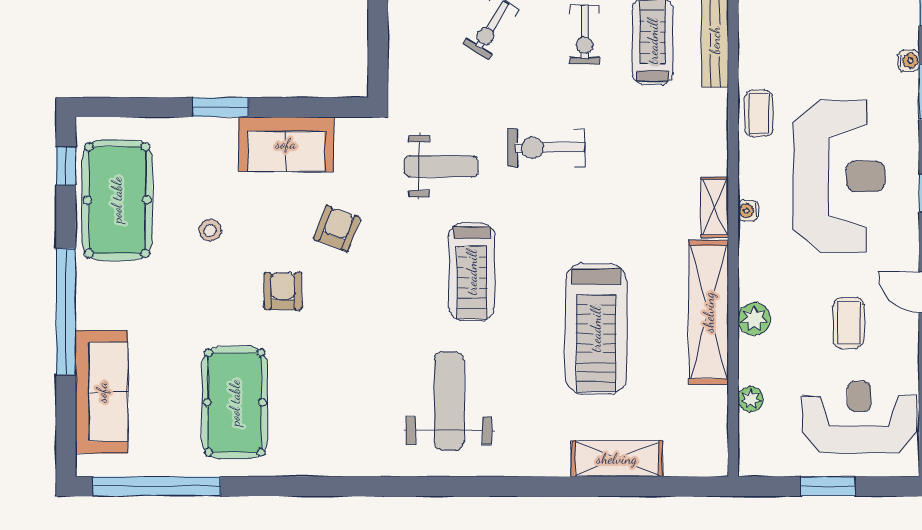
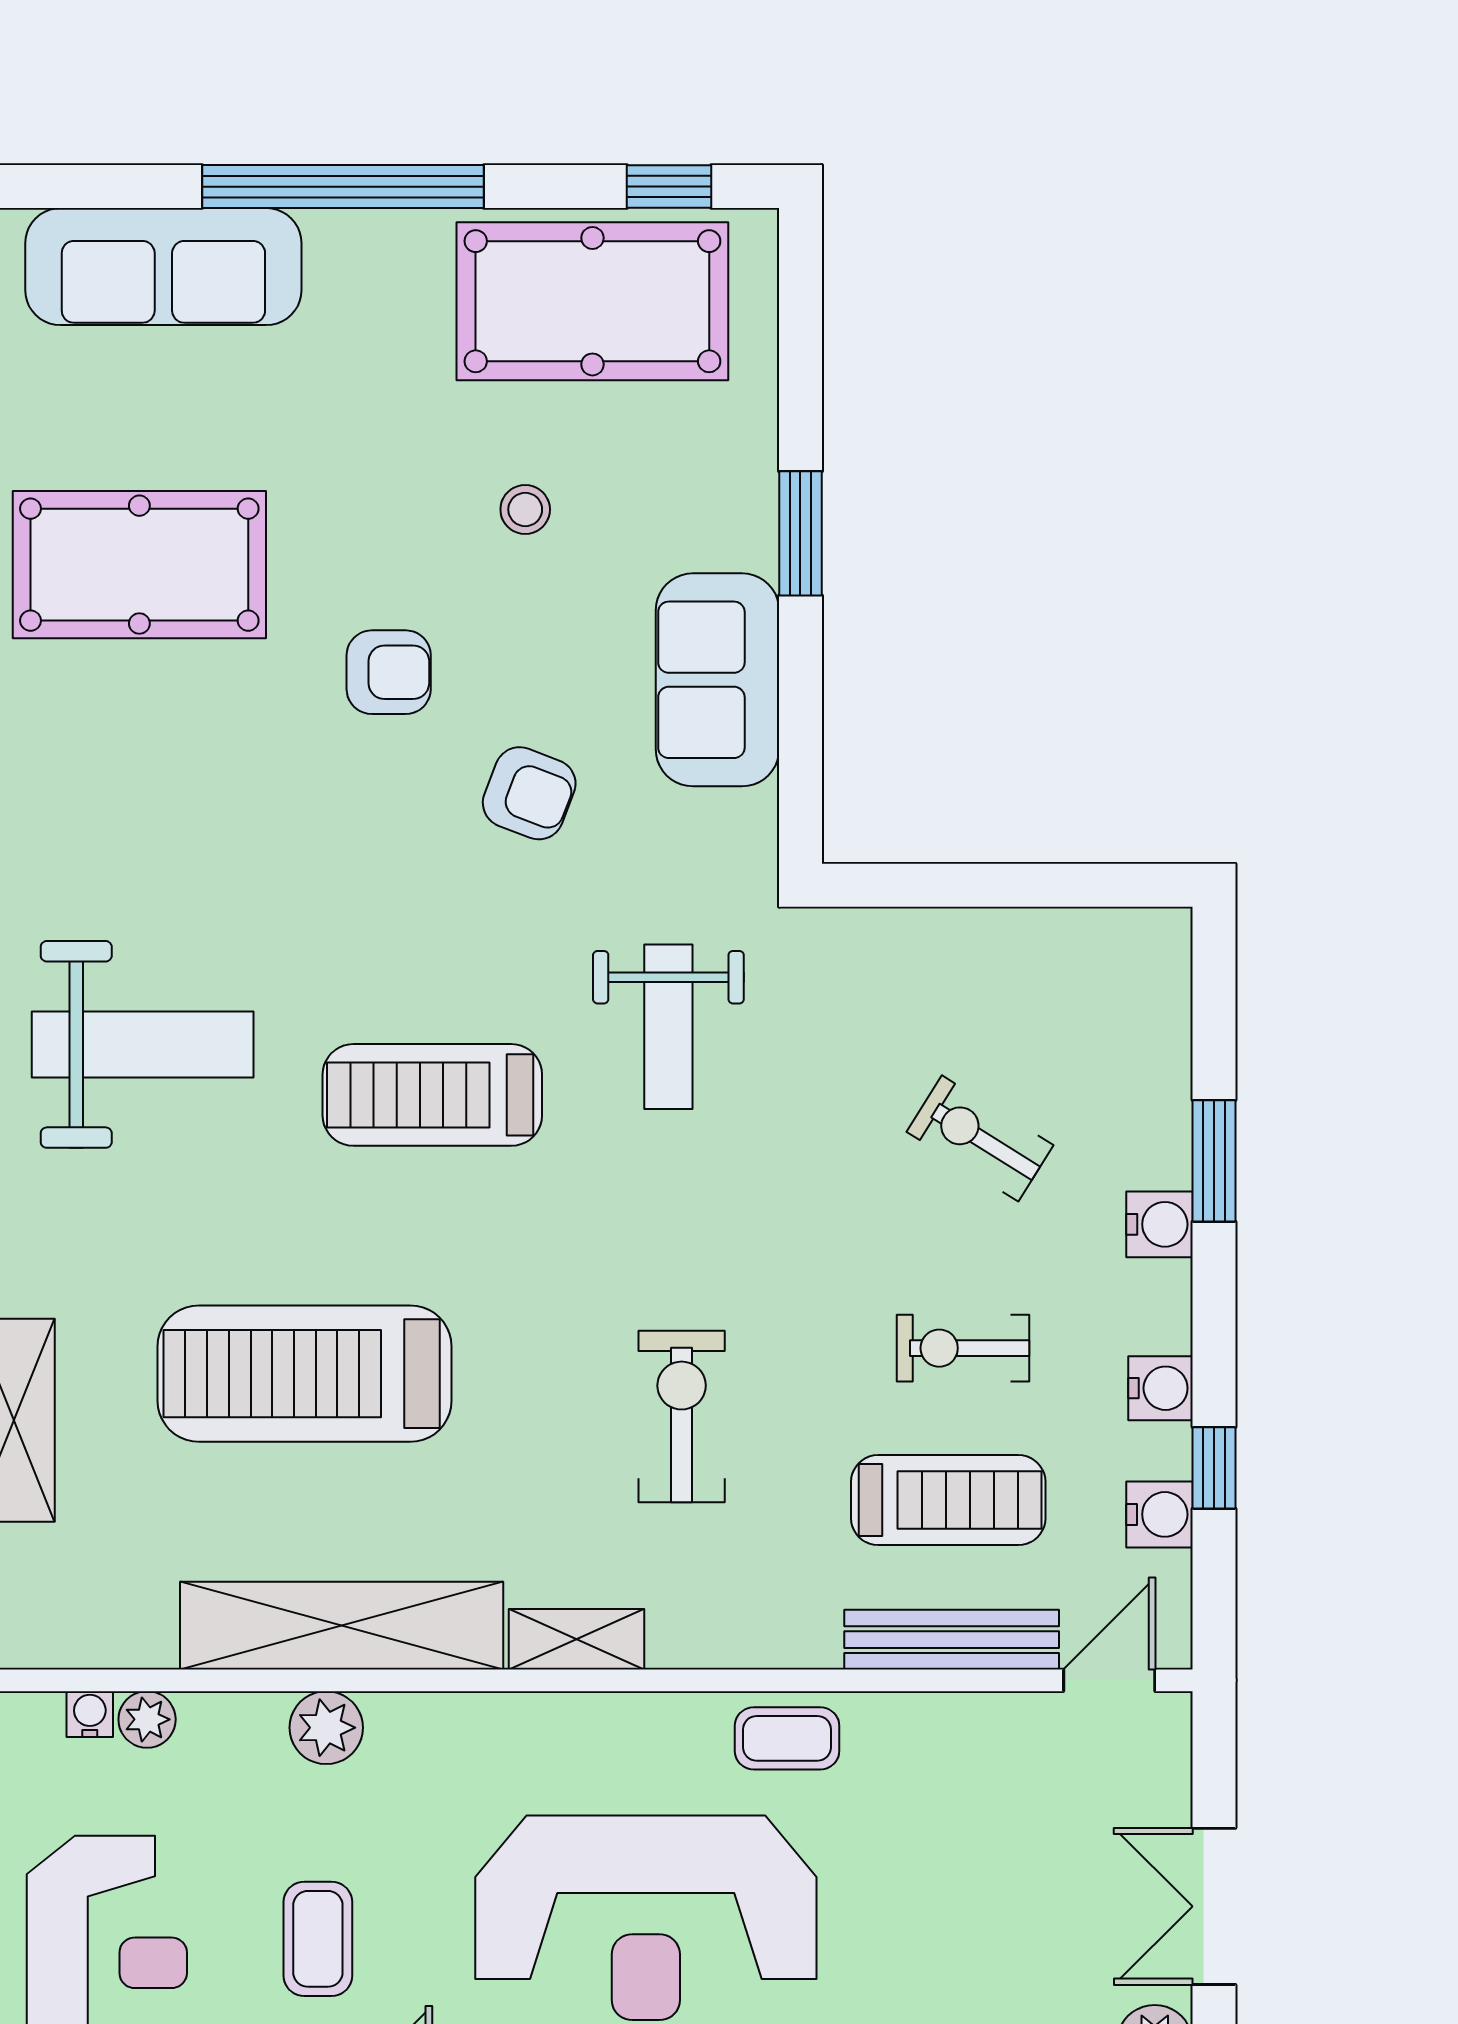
exercise bike: (546, 148) -> (682, 1416), moved
water cooler: (748, 211) -> (90, 1714), moved
coffee table: (848, 323) -> (318, 1939), turned 90

